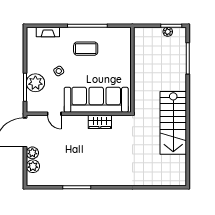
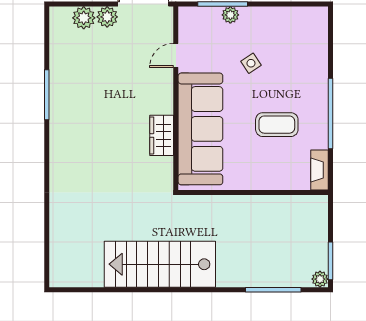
fireplace: (48, 32) -> (320, 170), moved
plant: (168, 32) -> (320, 279), moved
coffee table: (86, 49) -> (277, 125), moved, turned 90
plant: (35, 83) -> (230, 15), width x0.53, depth x0.53

